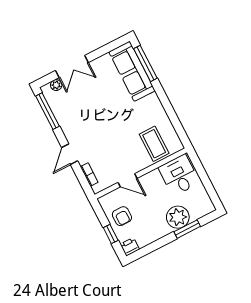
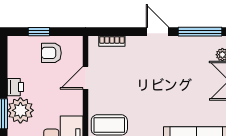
door: (70, 154) -> (157, 32), moved
printer: (130, 247) -> (15, 87), moved

